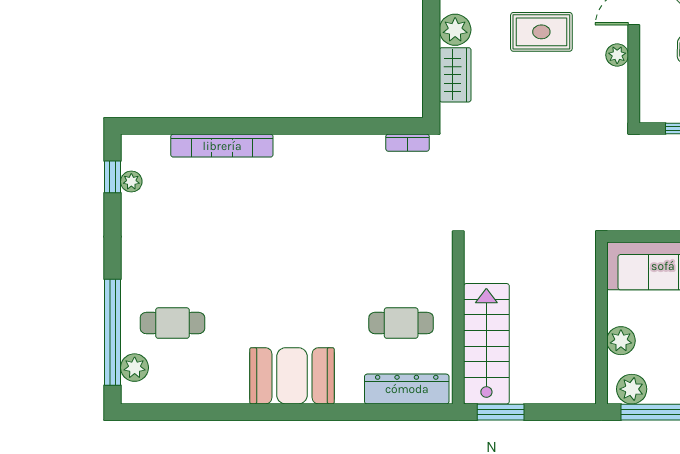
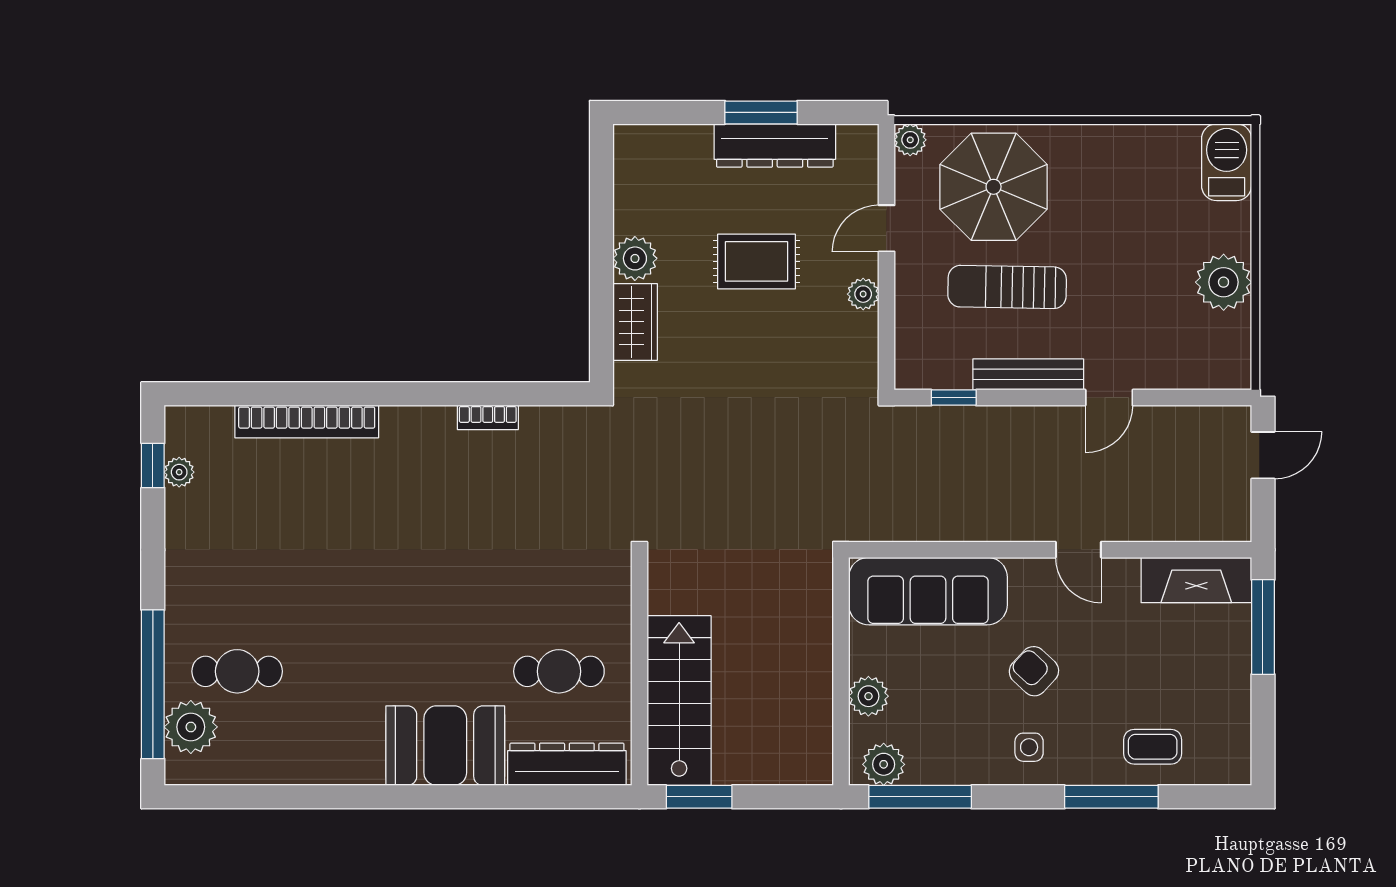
bookcase: (408, 143) -> (488, 417), moved
plant: (135, 368) -> (191, 727), width x1.36, depth x1.36
booth: (292, 376) -> (445, 746), moved

